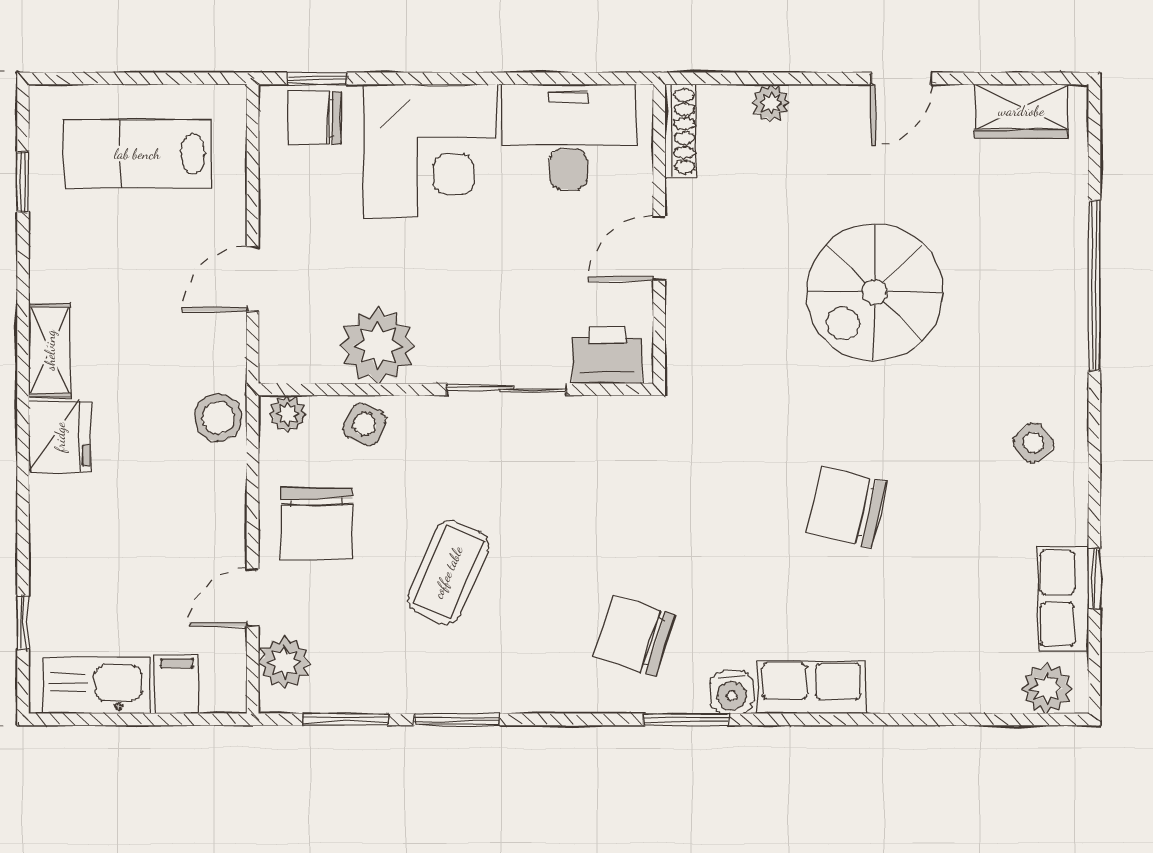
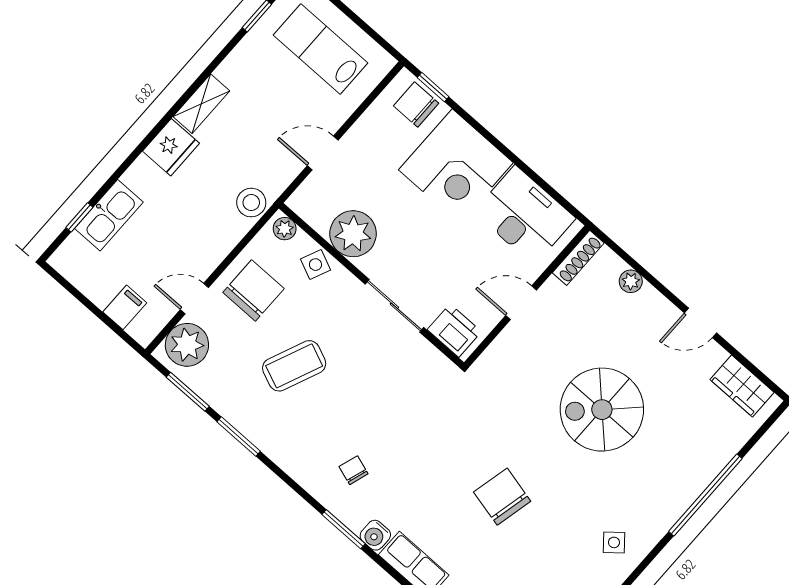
chair: (317, 523) -> (254, 290), turned 180
chair: (635, 636) -> (354, 470), width x0.54, depth x0.54
plant: (284, 662) -> (187, 345), width x1.36, depth x1.36
kitchen sink: (97, 685) -> (109, 215), moved, turned 90

